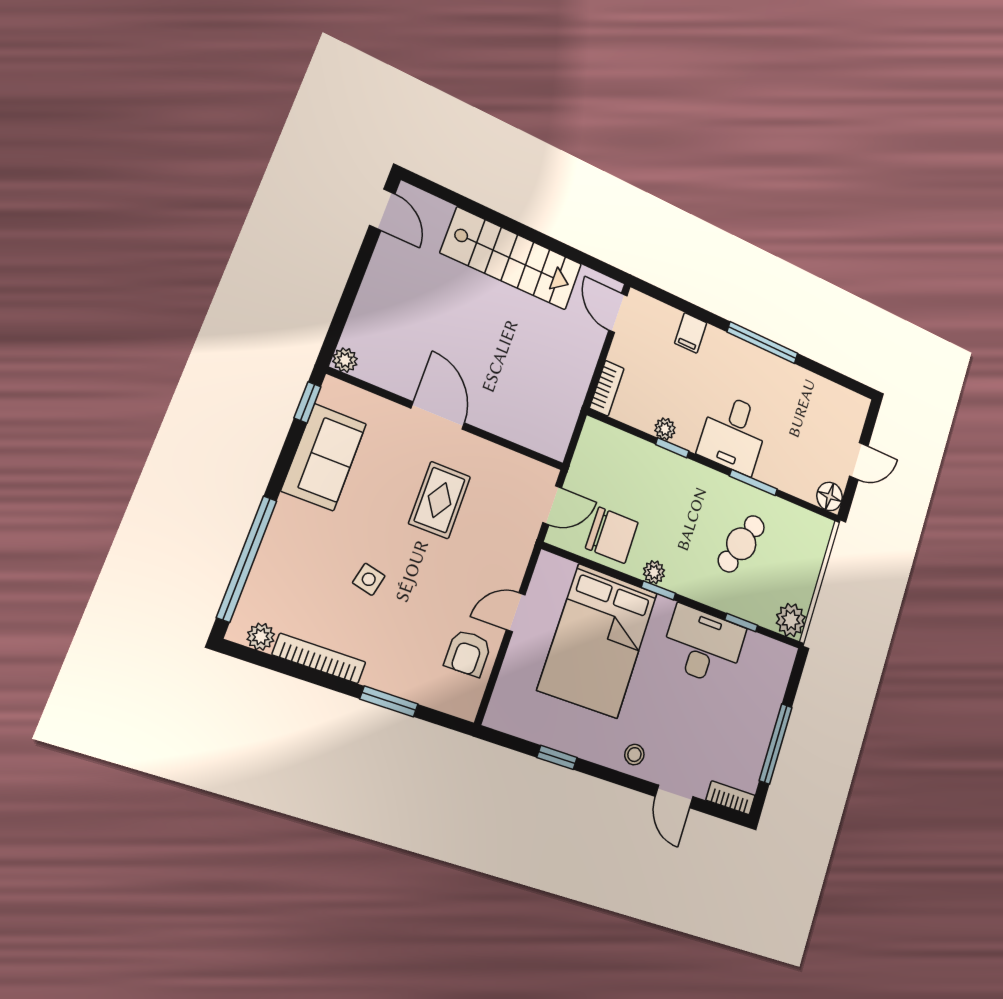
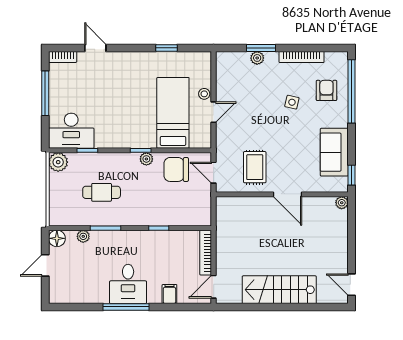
door: (618, 313) -> (214, 287), swing flipped
bookcase: (607, 388) -> (206, 253), width x1.56
plant: (665, 429) -> (83, 236), moved
desk: (734, 434) -> (128, 284), moved, turned 180
rug: (440, 500) -> (255, 167), moved
door: (552, 505) -> (214, 173), hinge flipped
cafe table: (741, 544) -> (102, 192), turned 70
plant: (261, 637) -> (257, 58), moved
bed: (598, 641) -> (173, 113), width x0.67
desk: (703, 646) -> (71, 131), moved
armchair: (468, 653) -> (326, 90), moved
stool: (634, 755) -> (204, 94), moved

